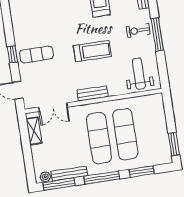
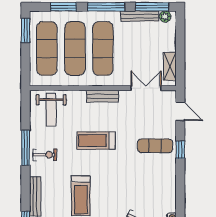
exercise mat: (151, 130) -> (47, 48), added

